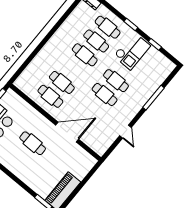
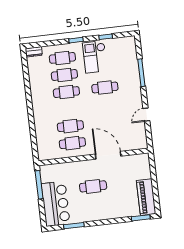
checkout: (132, 51) -> (95, 57), turned 180
cafe table: (105, 94) -> (107, 105), removed
door: (67, 132) -> (108, 155), hinge flipped
door: (125, 132) -> (146, 115), swing flipped

